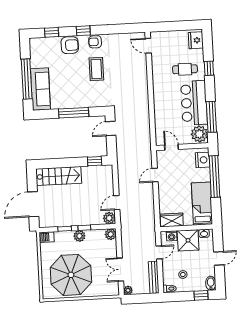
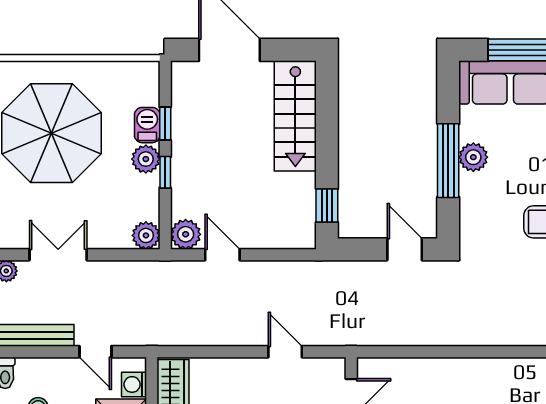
plant: (72, 103) -> (473, 157), added
barbecue: (47, 237) -> (147, 125), moved

